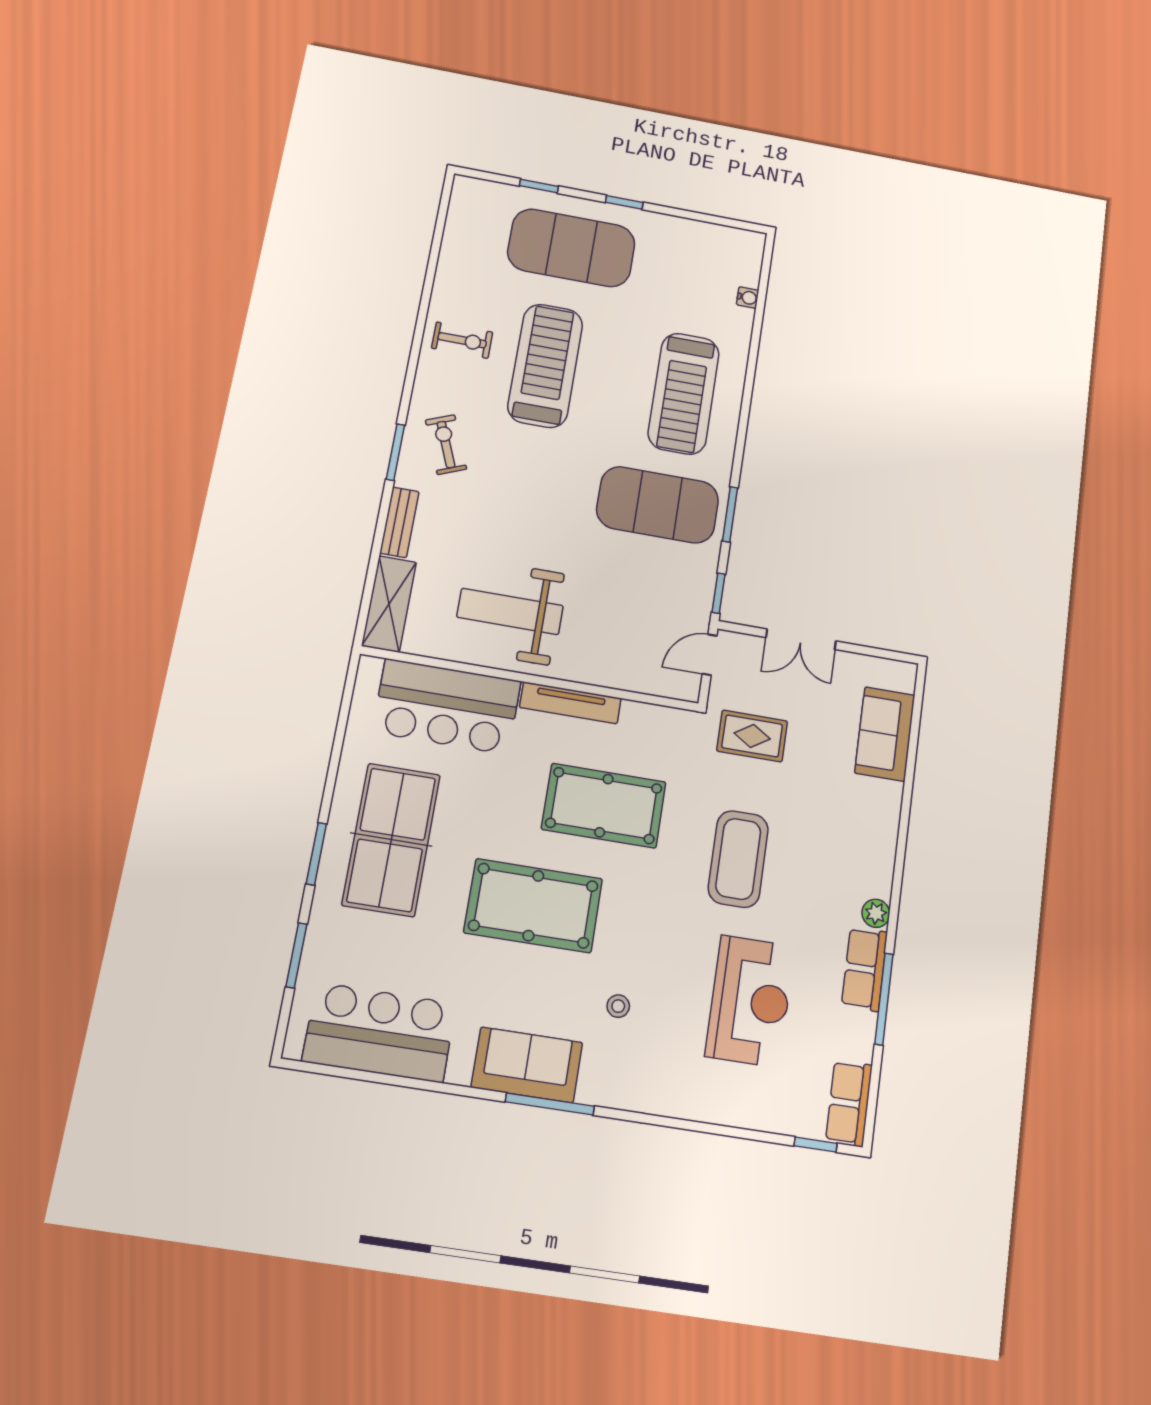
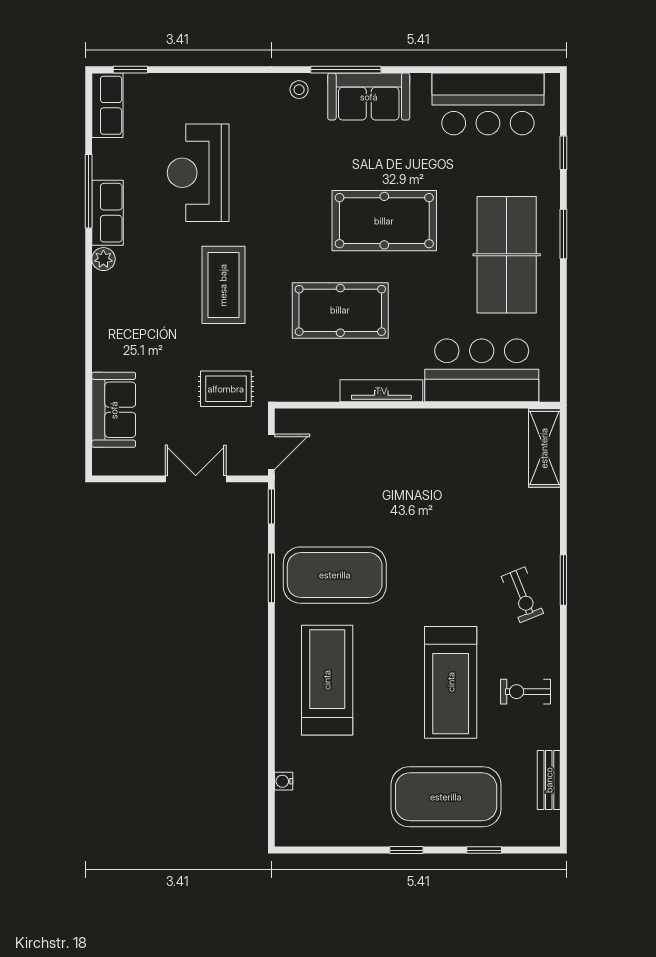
bench: (399, 522) -> (549, 780), moved
weight bench: (510, 611) -> (444, 459), removed
window: (296, 955) -> (563, 153), width x0.67
stool: (618, 1006) -> (299, 90), moved

